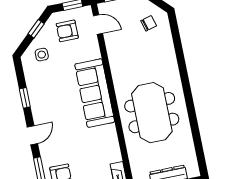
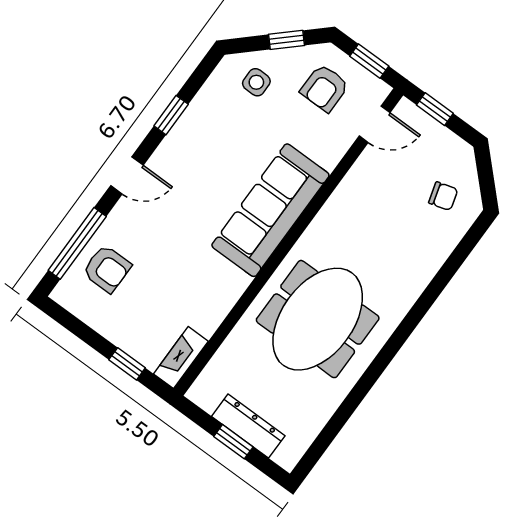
door: (98, 24) -> (375, 124), hinge flipped
armchair: (67, 31) -> (325, 88), turned -90

